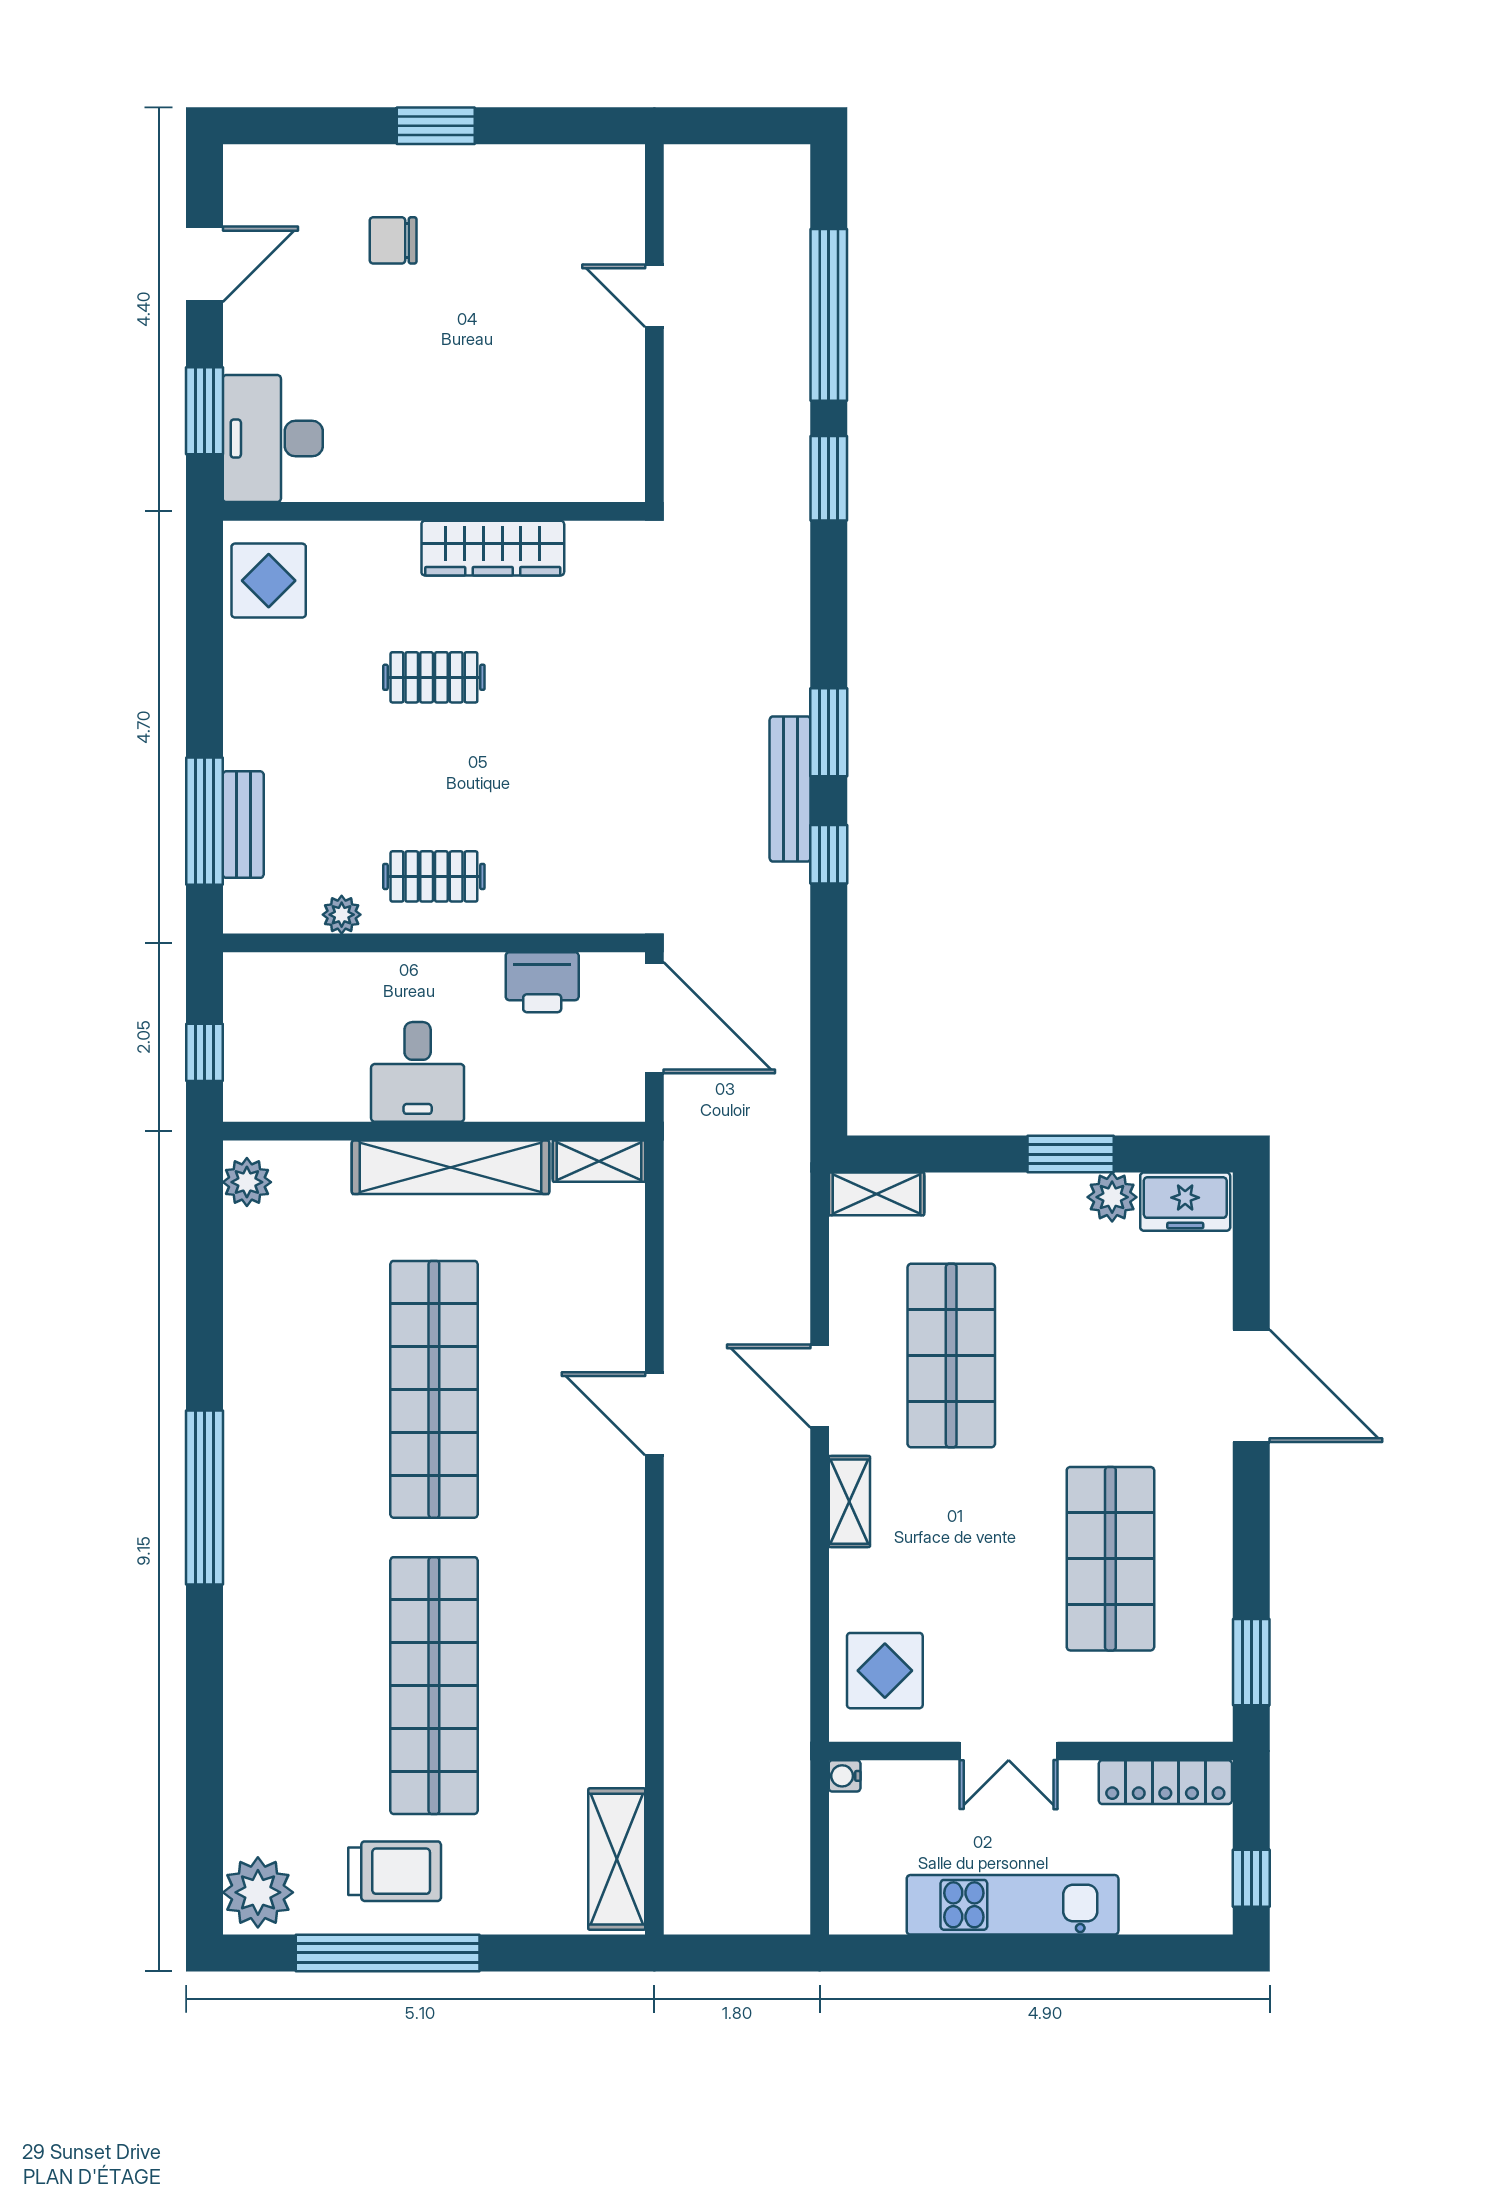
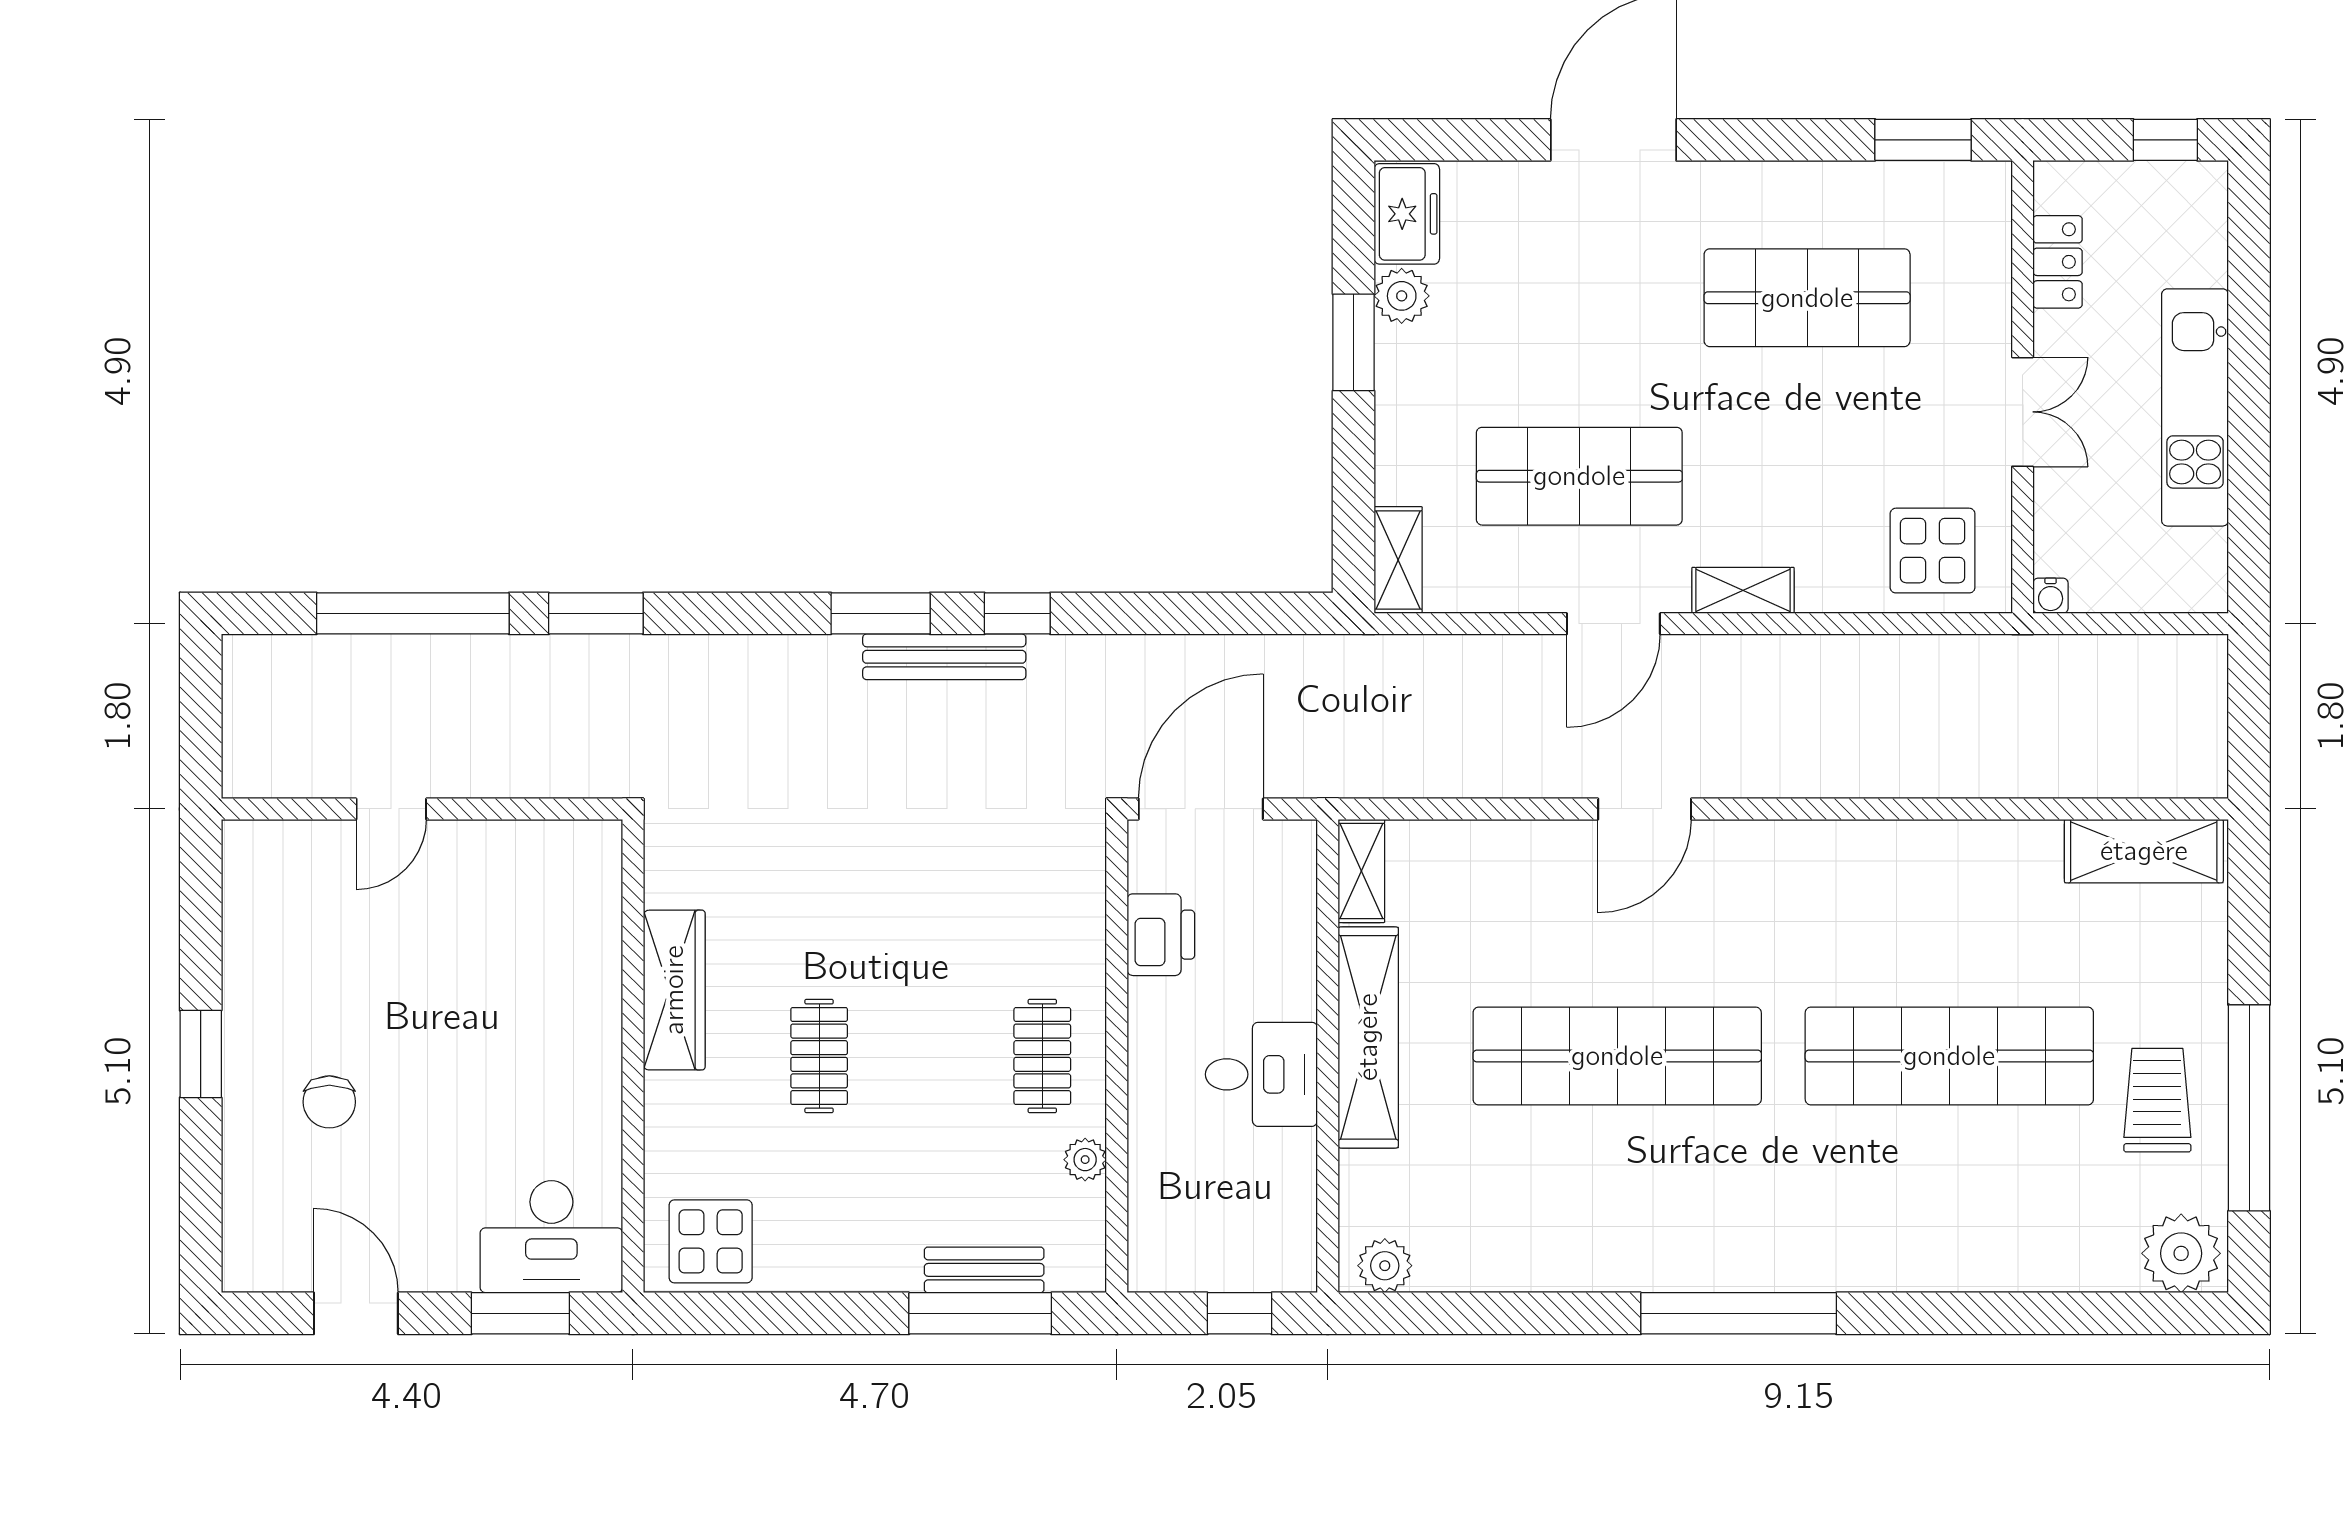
locker: (1165, 1782) -> (2058, 262), width x0.66

